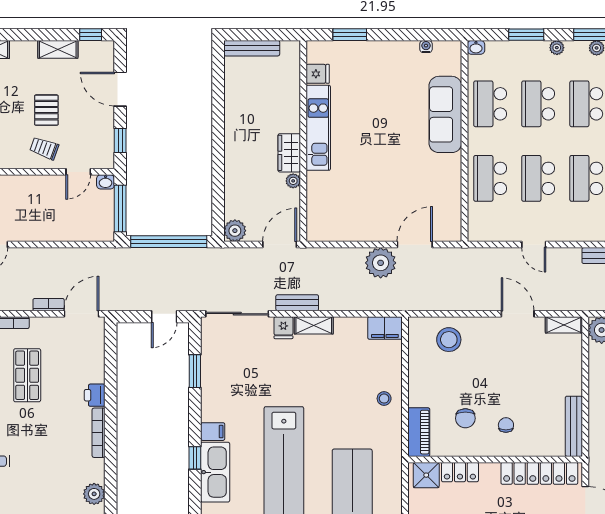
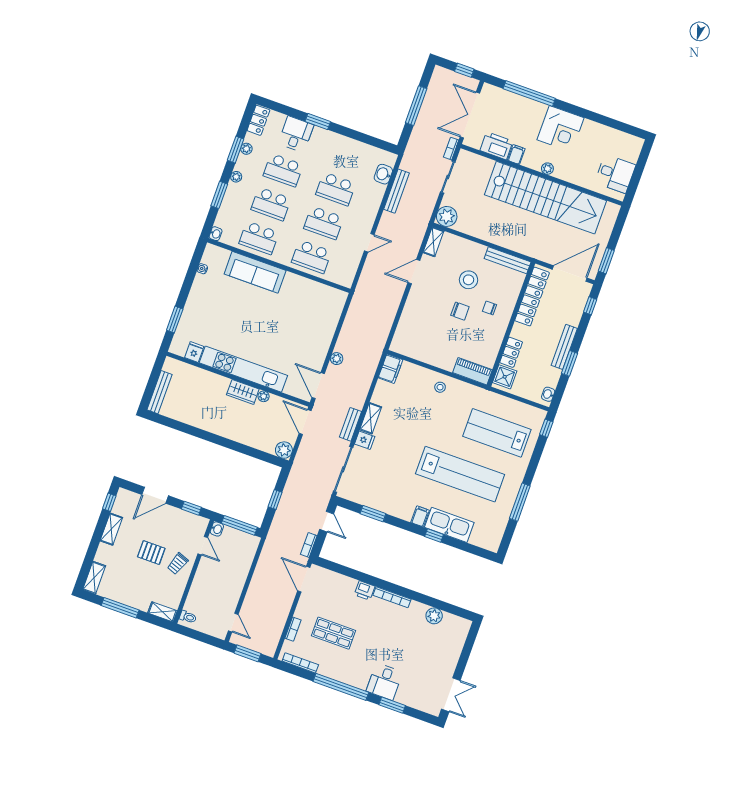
kitchen unit: (318, 128) -> (243, 369), width x1.36
window: (169, 242) -> (275, 499), width x0.32
door: (415, 245) -> (318, 386), moved
plant: (381, 263) -> (337, 359), width x0.53, depth x0.53
bookcase: (49, 305) -> (309, 545), moved
stool: (449, 340) -> (469, 280), moved
chair: (465, 418) -> (460, 311), moved

